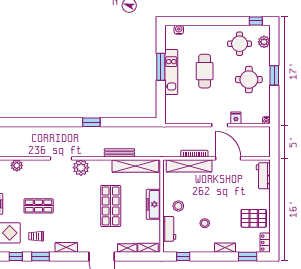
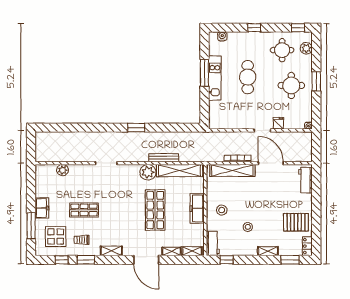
window: (211, 21) -> (254, 28), added
plant: (81, 168) -> (148, 172), moved
workbench: (169, 229) -> (213, 243), moved

